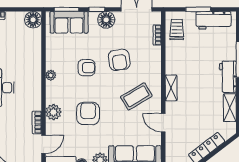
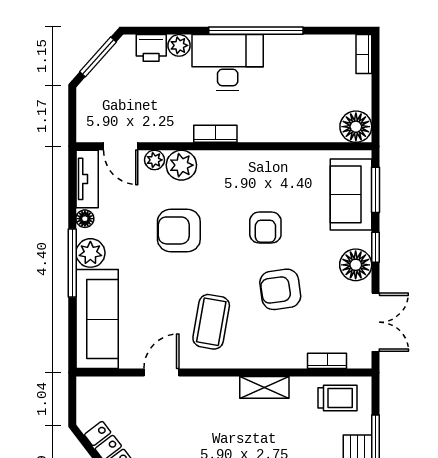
plant: (51, 75) -> (154, 160), moved
shelving: (171, 88) -> (264, 387), moved
coffee table: (136, 96) -> (211, 322), turned 41
armchair: (88, 113) -> (179, 230), turned 180
bookcase: (37, 122) -> (215, 134), moved

